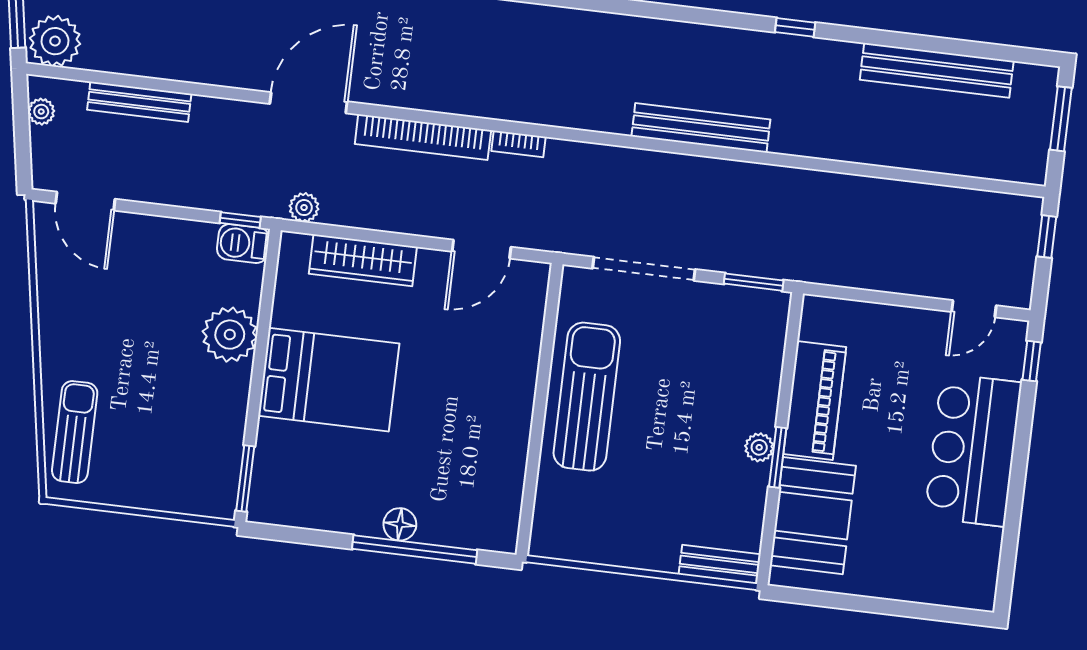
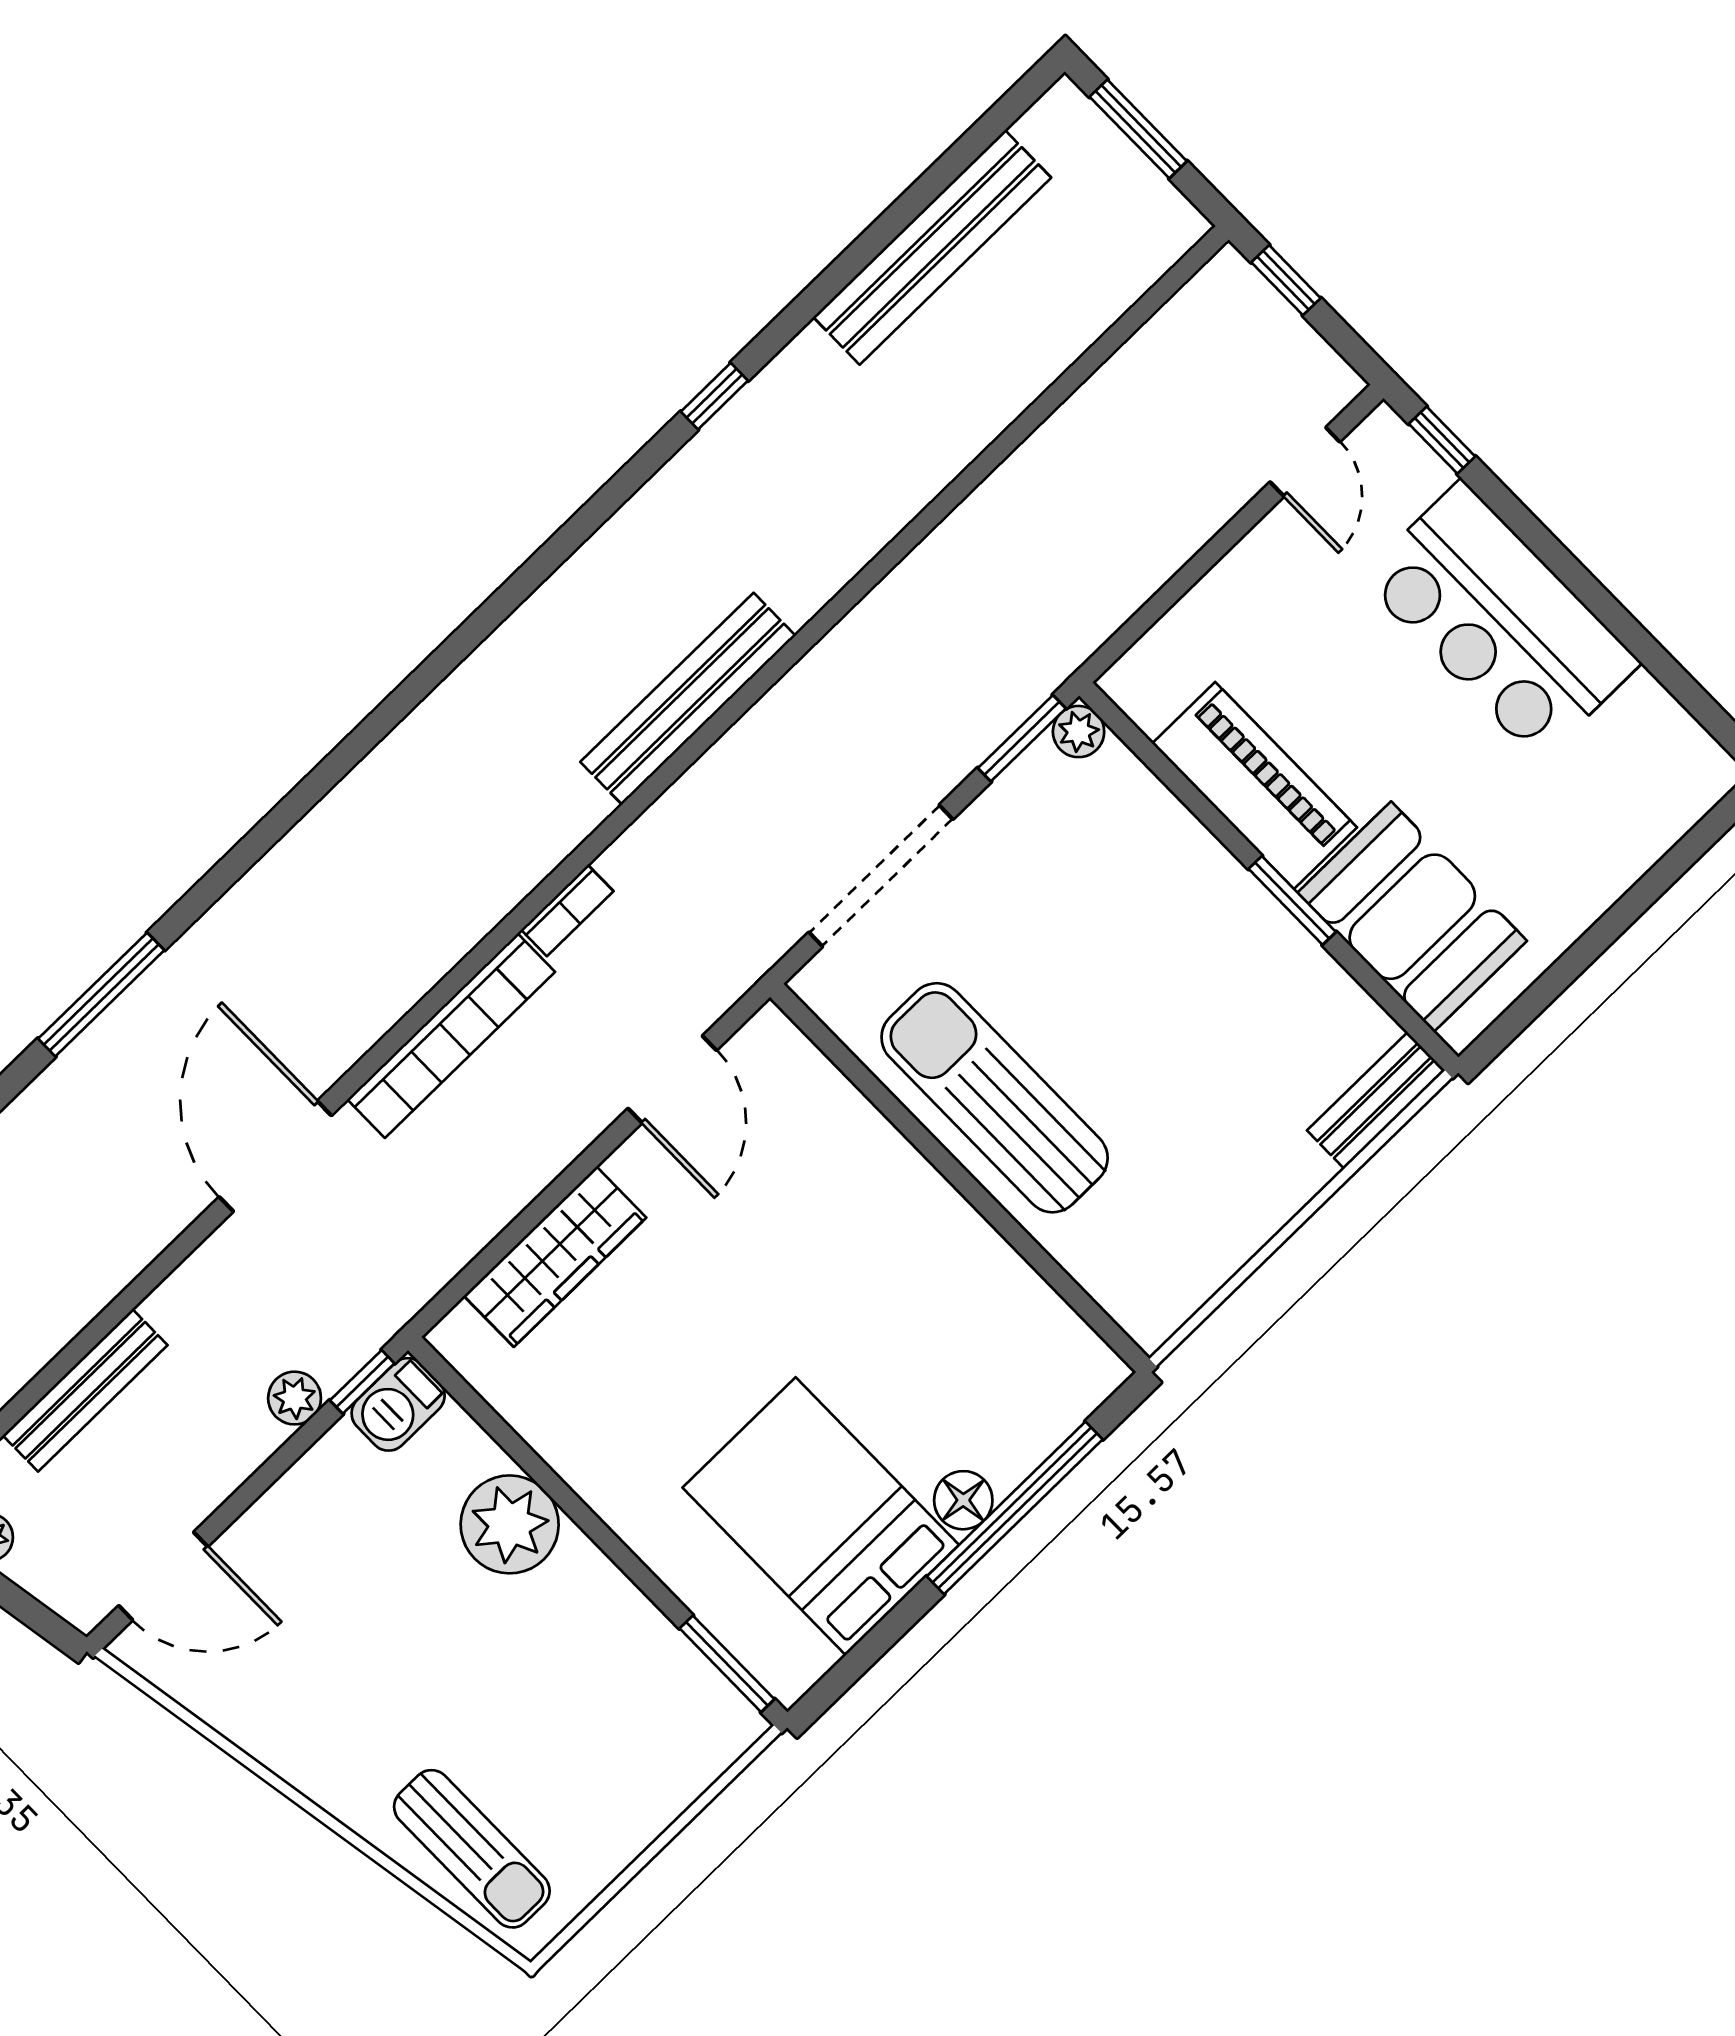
bench: (701, 128) -> (688, 699), moved
plant: (304, 208) -> (295, 1398), moved
bed: (329, 380) -> (821, 1516), moved, turned -90
sun lounger: (75, 432) -> (472, 1849), turned 180
plant: (759, 447) -> (1079, 732), moved

